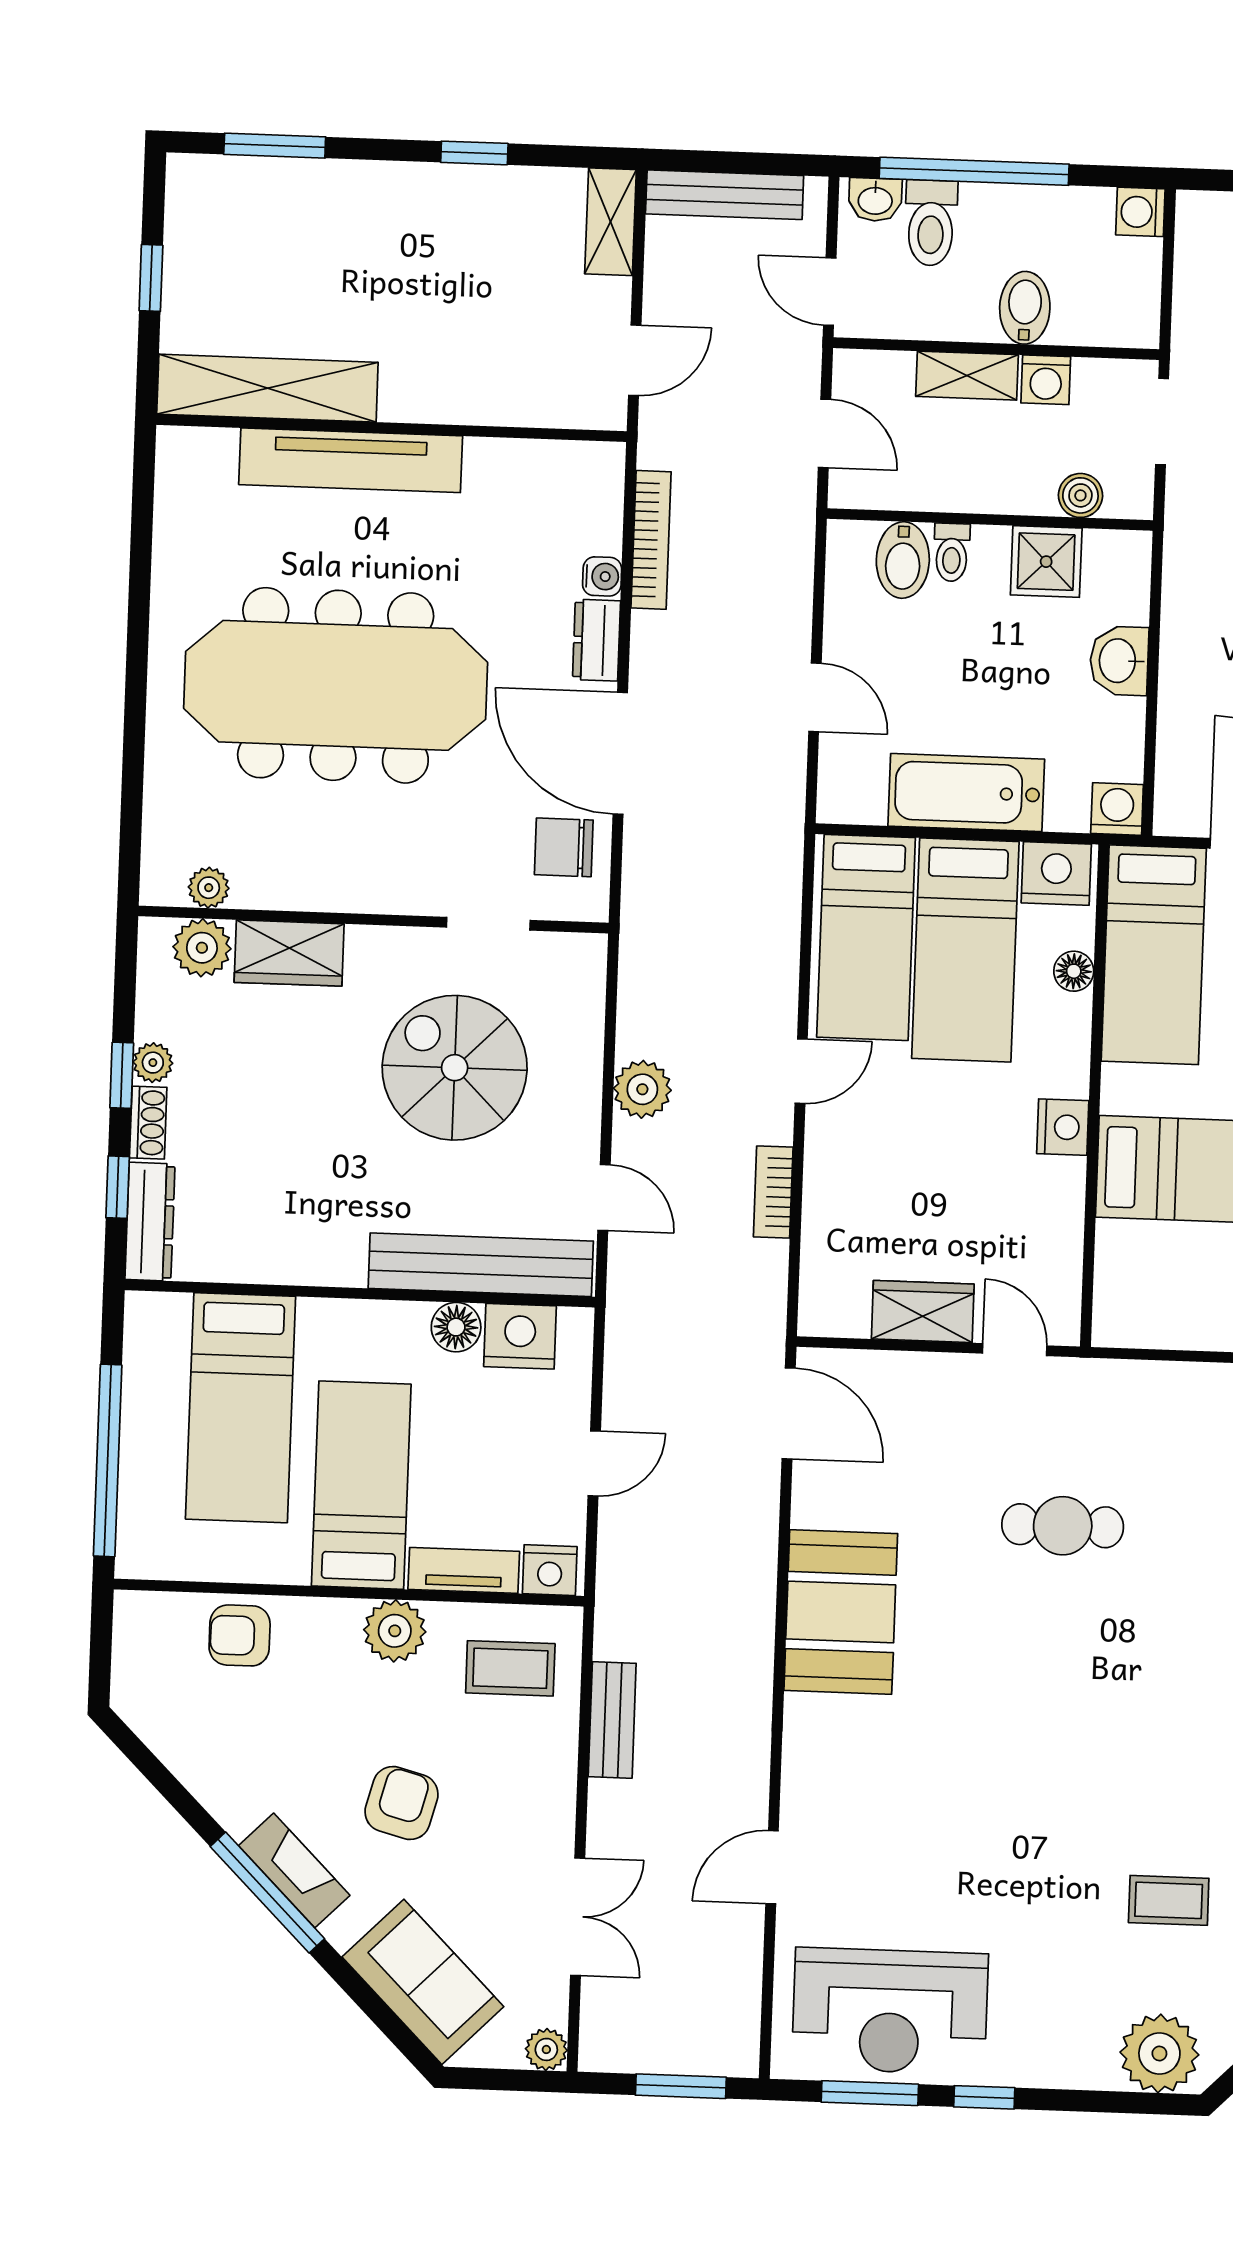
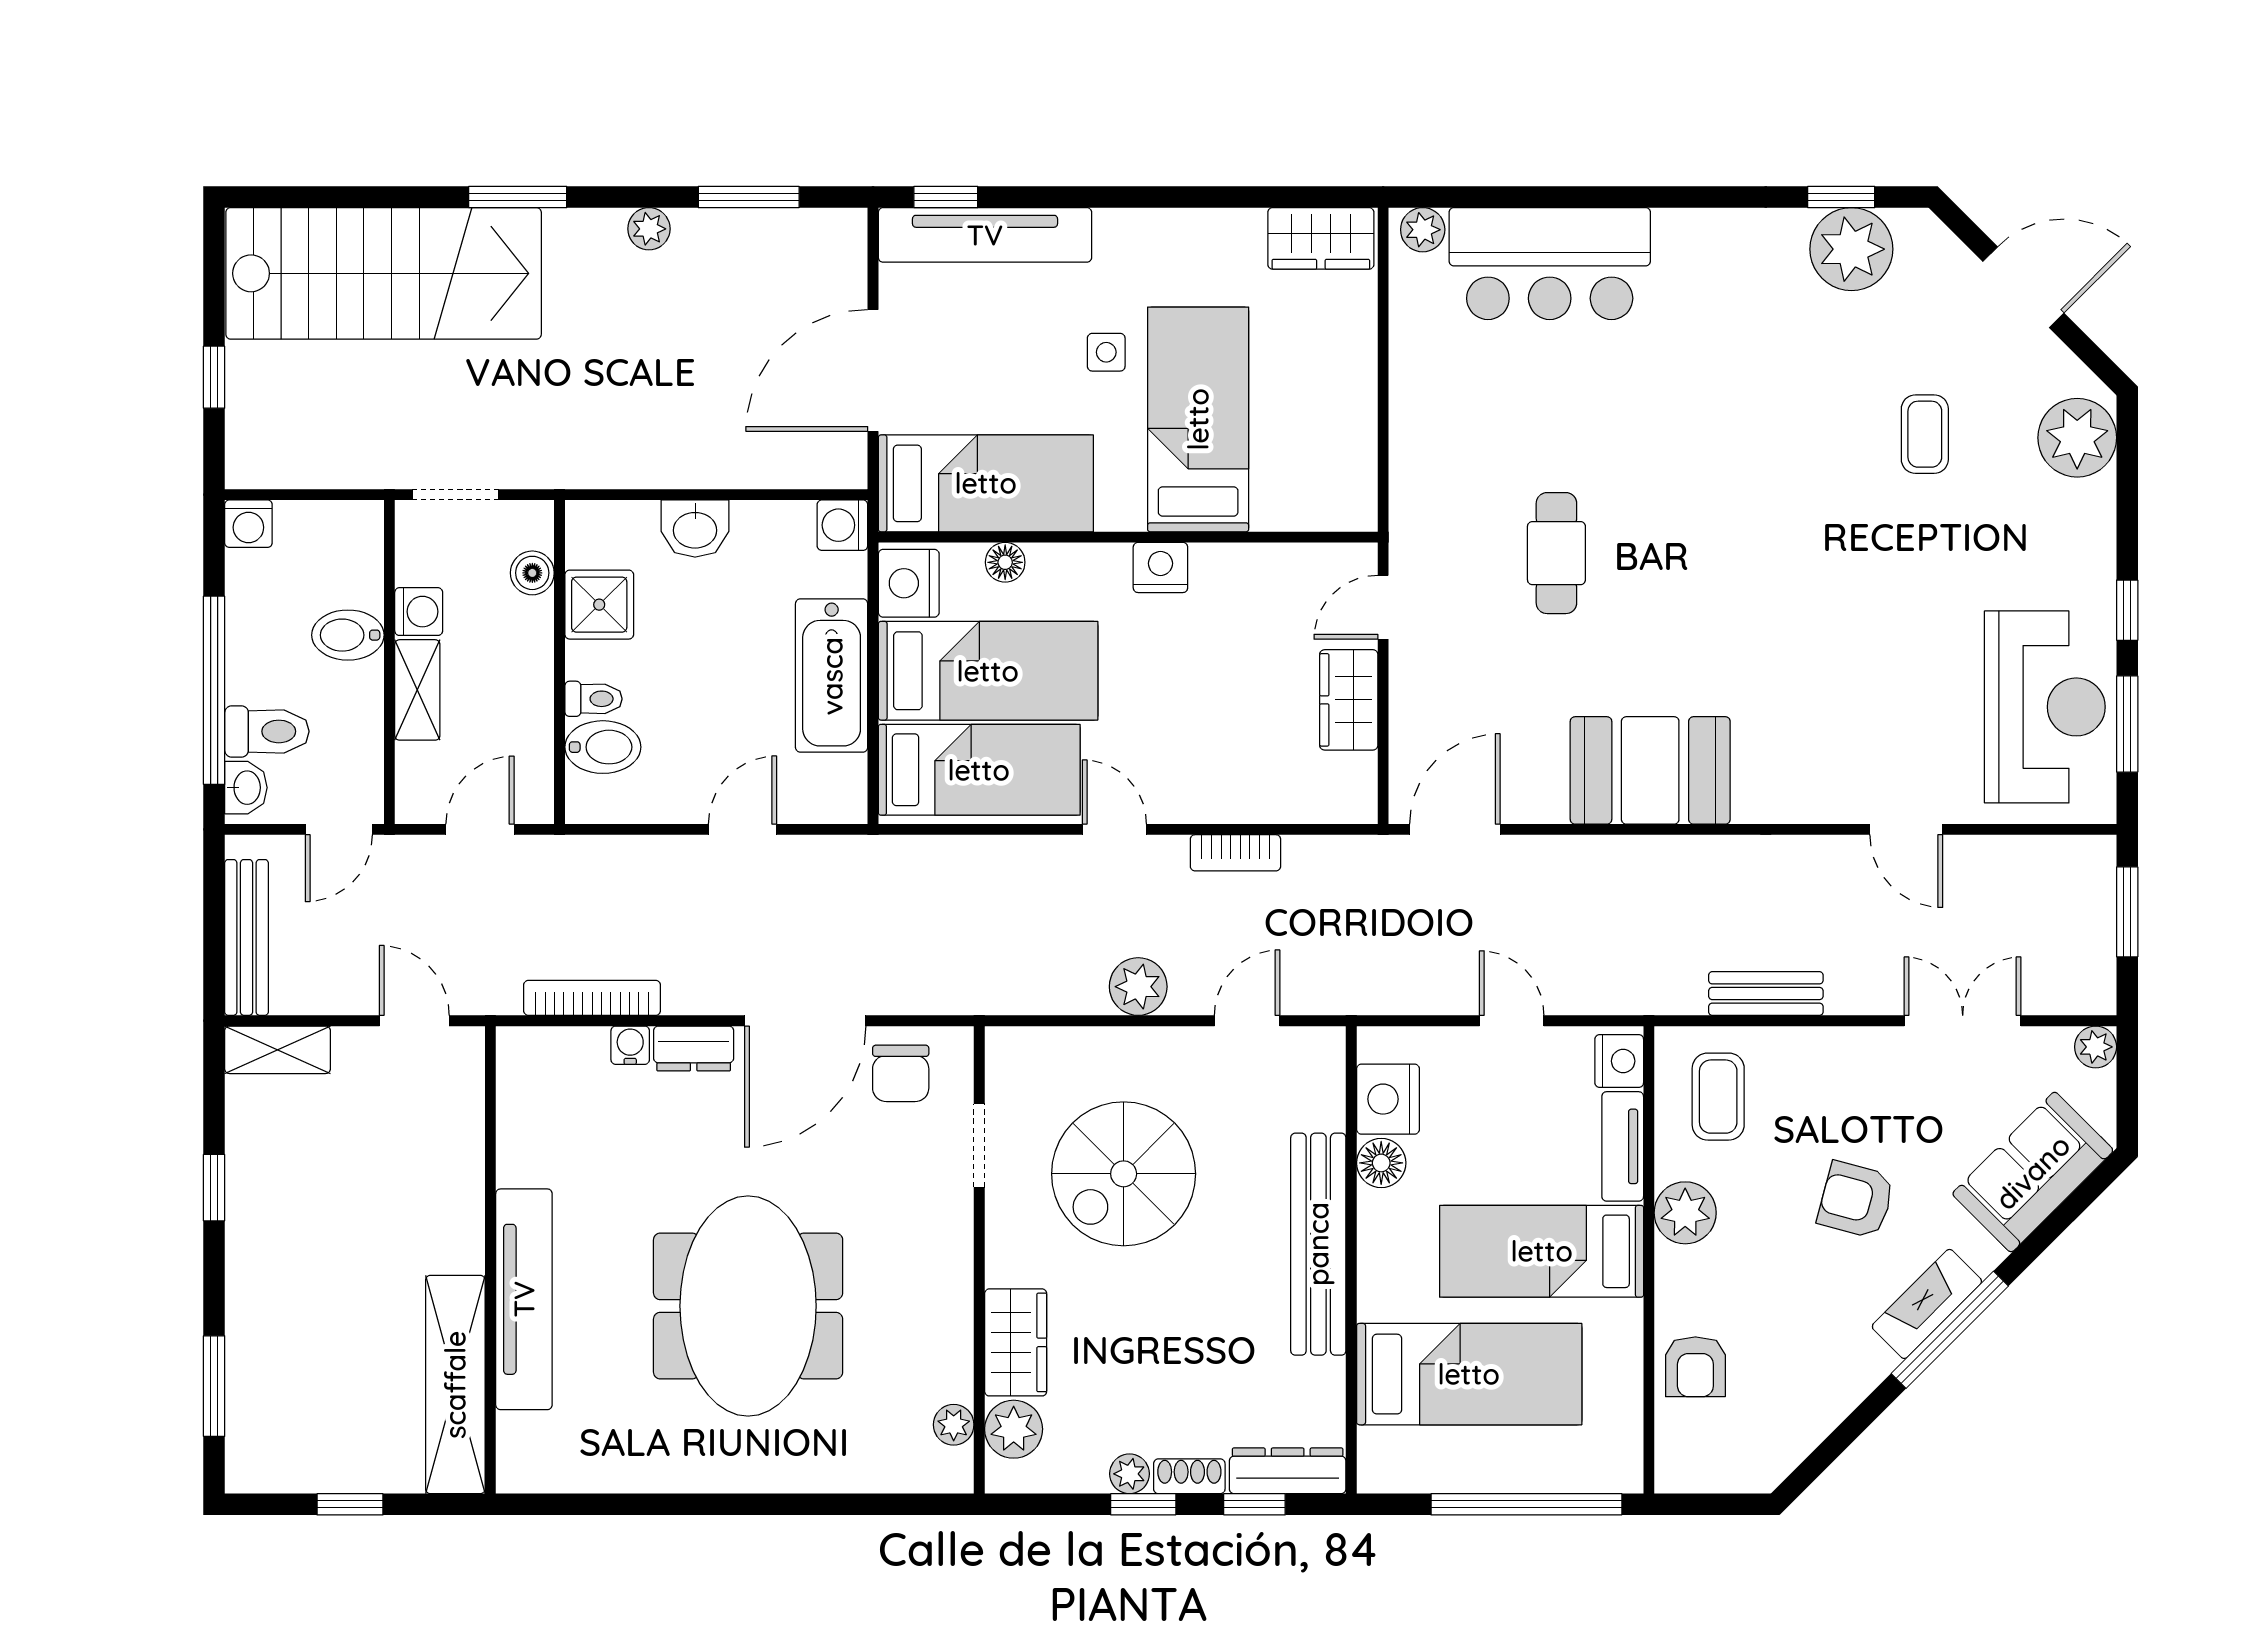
meeting table: (336, 685) -> (748, 1306), width x0.73
bench: (481, 1265) -> (1318, 1244), moved

